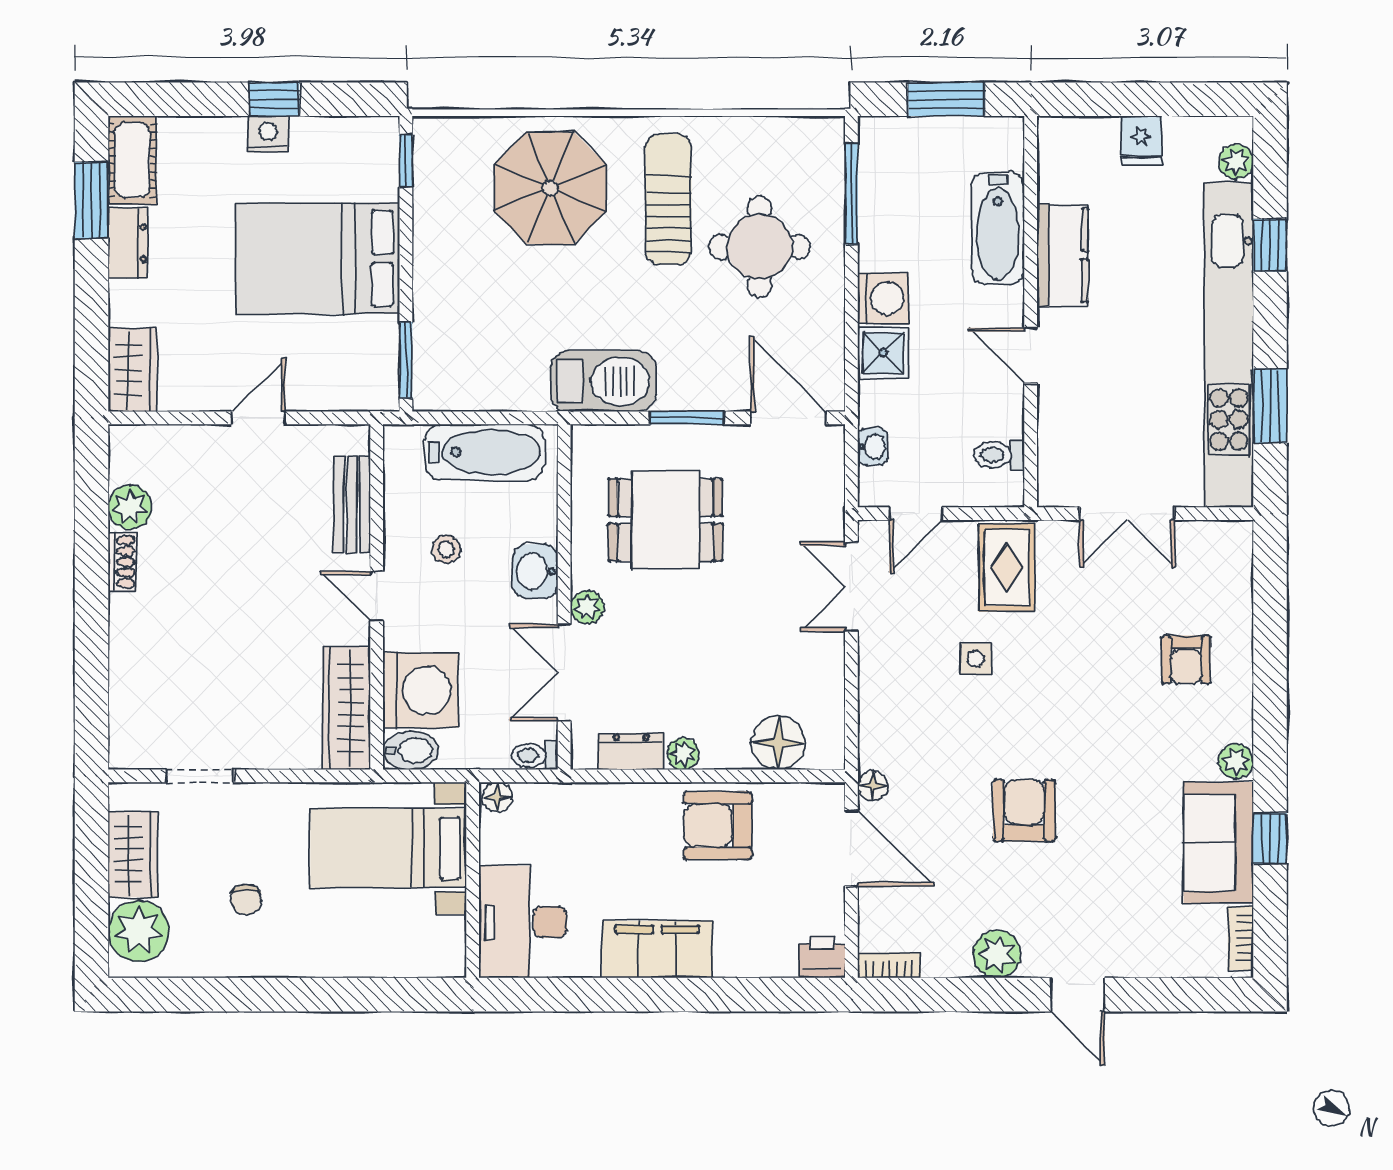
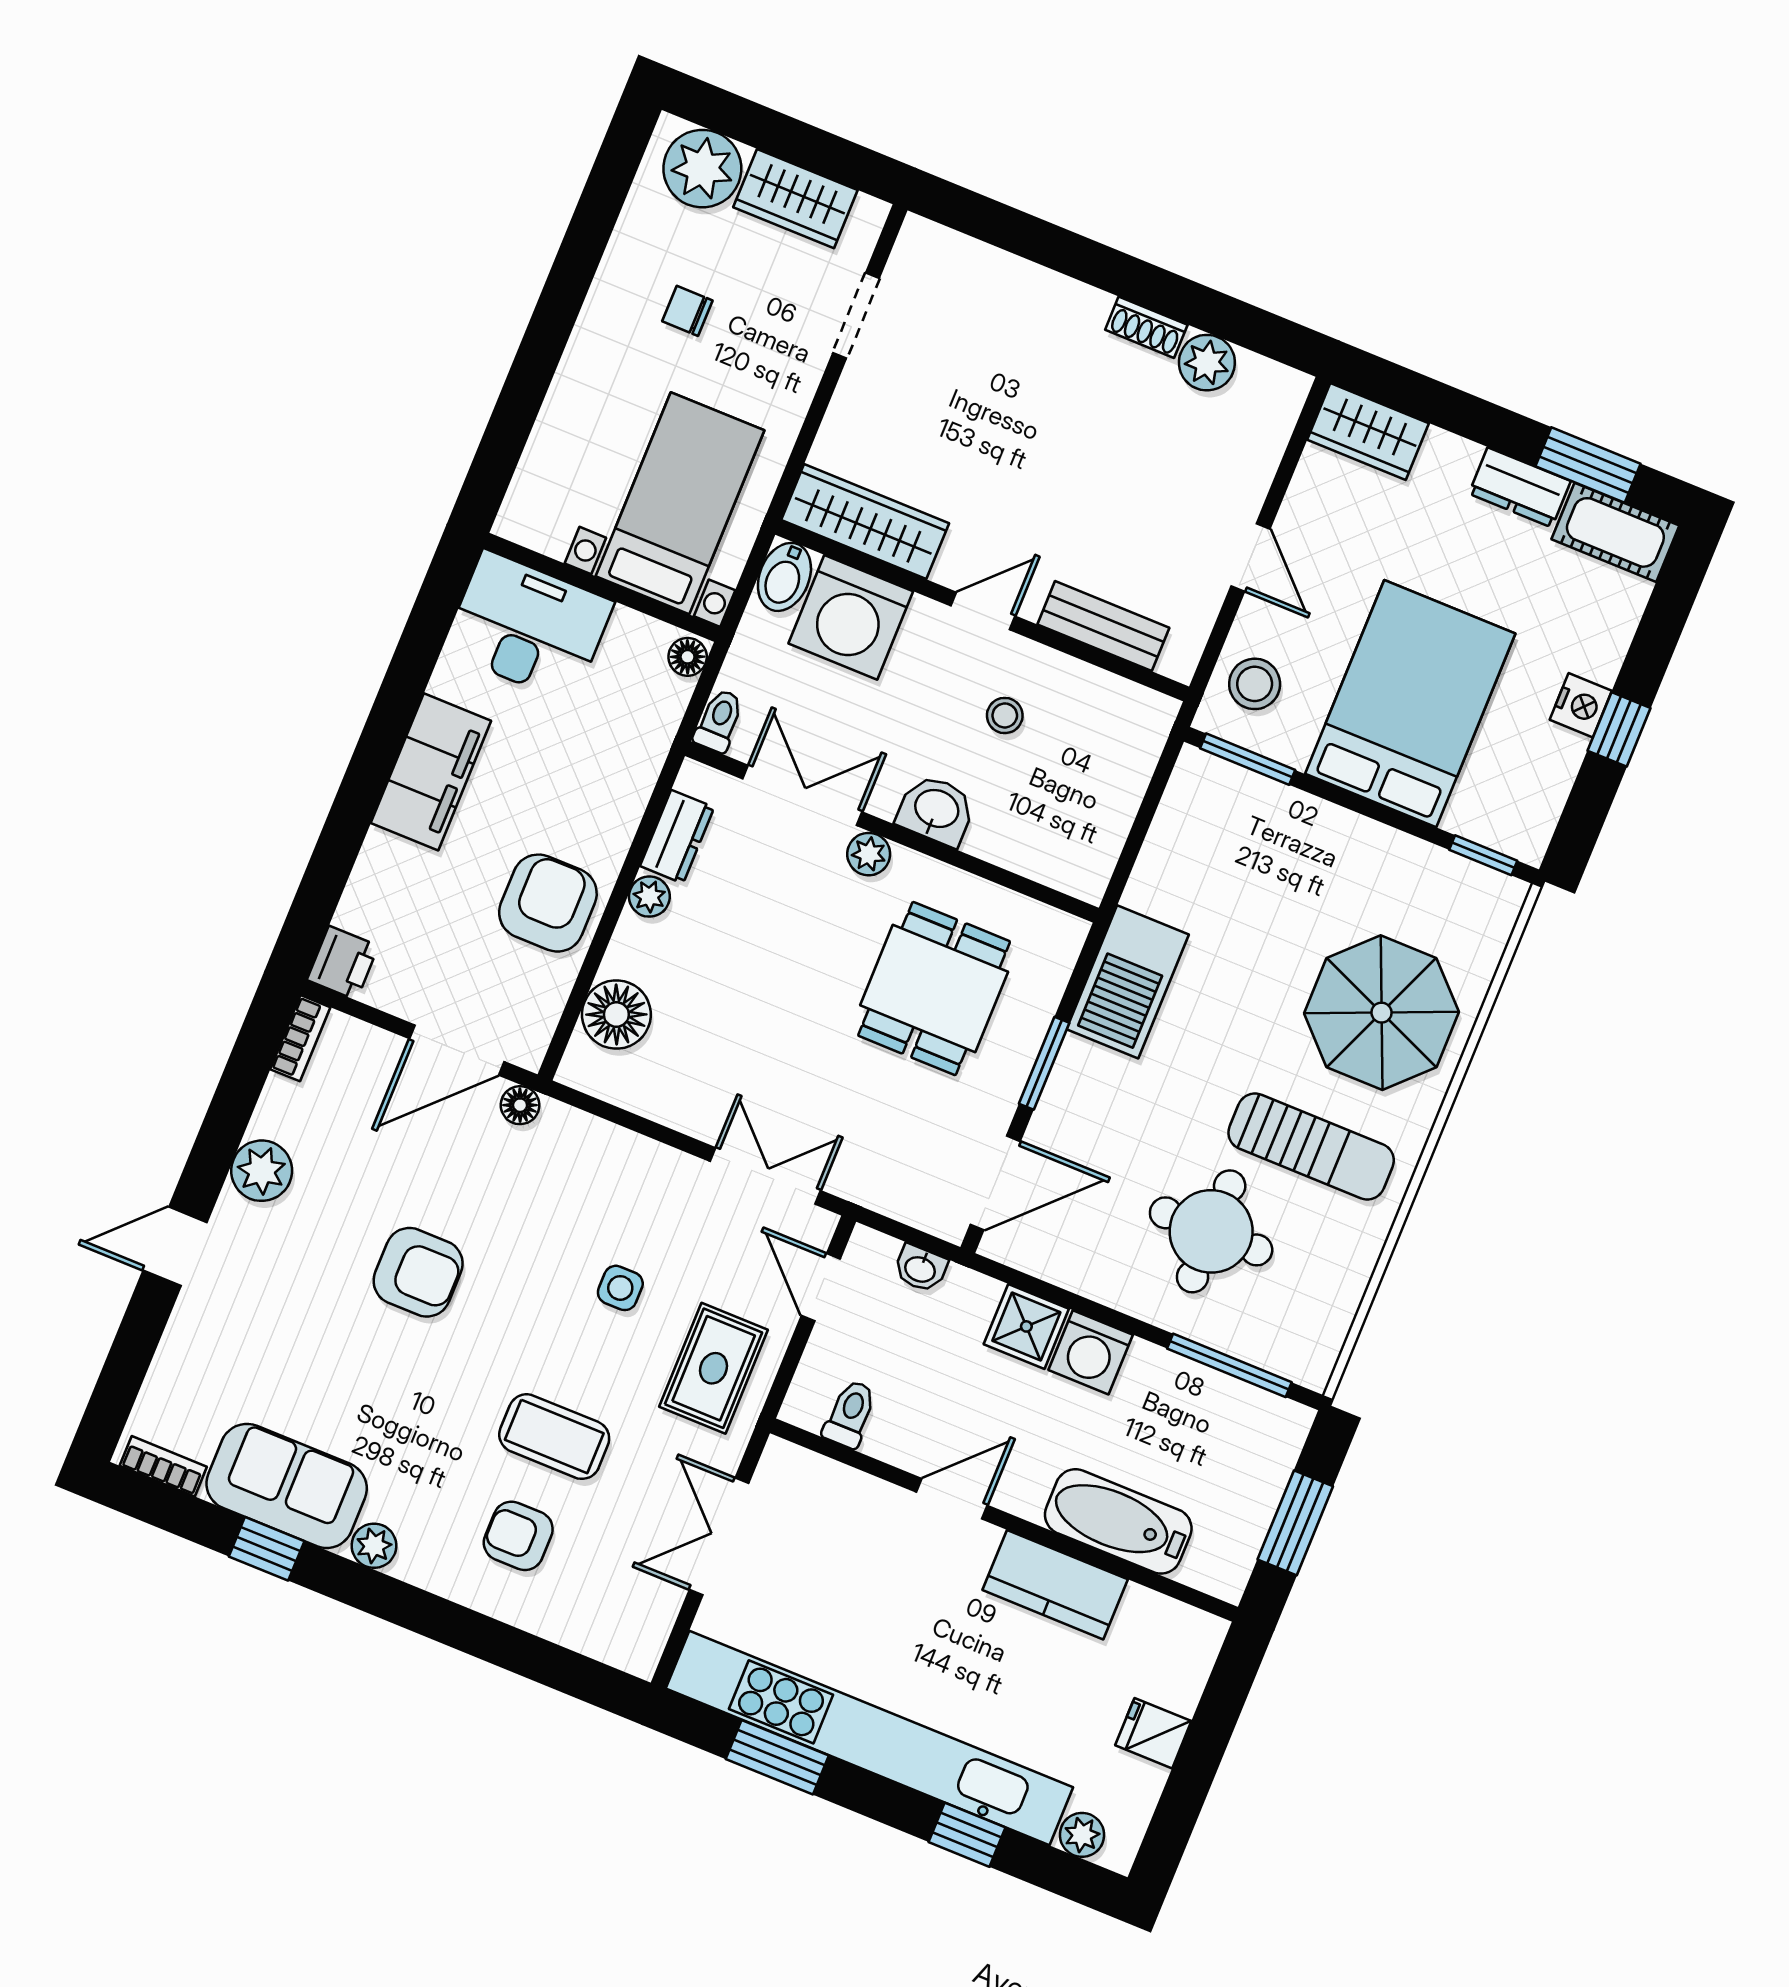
stool: (349, 377) -> (1255, 684), added
bathtub: (485, 452) -> (1101, 808), removed
rug: (1006, 567) -> (714, 1368), turned 90
coffee table: (1103, 663) -> (554, 1437), added

